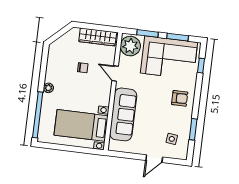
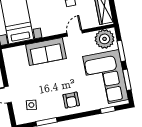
sofa: (123, 114) -> (46, 52), width x0.73

